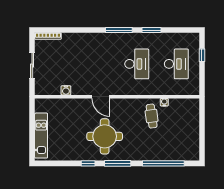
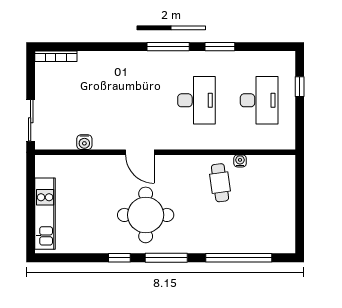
sliding door: (32, 66) -> (31, 120), moved

